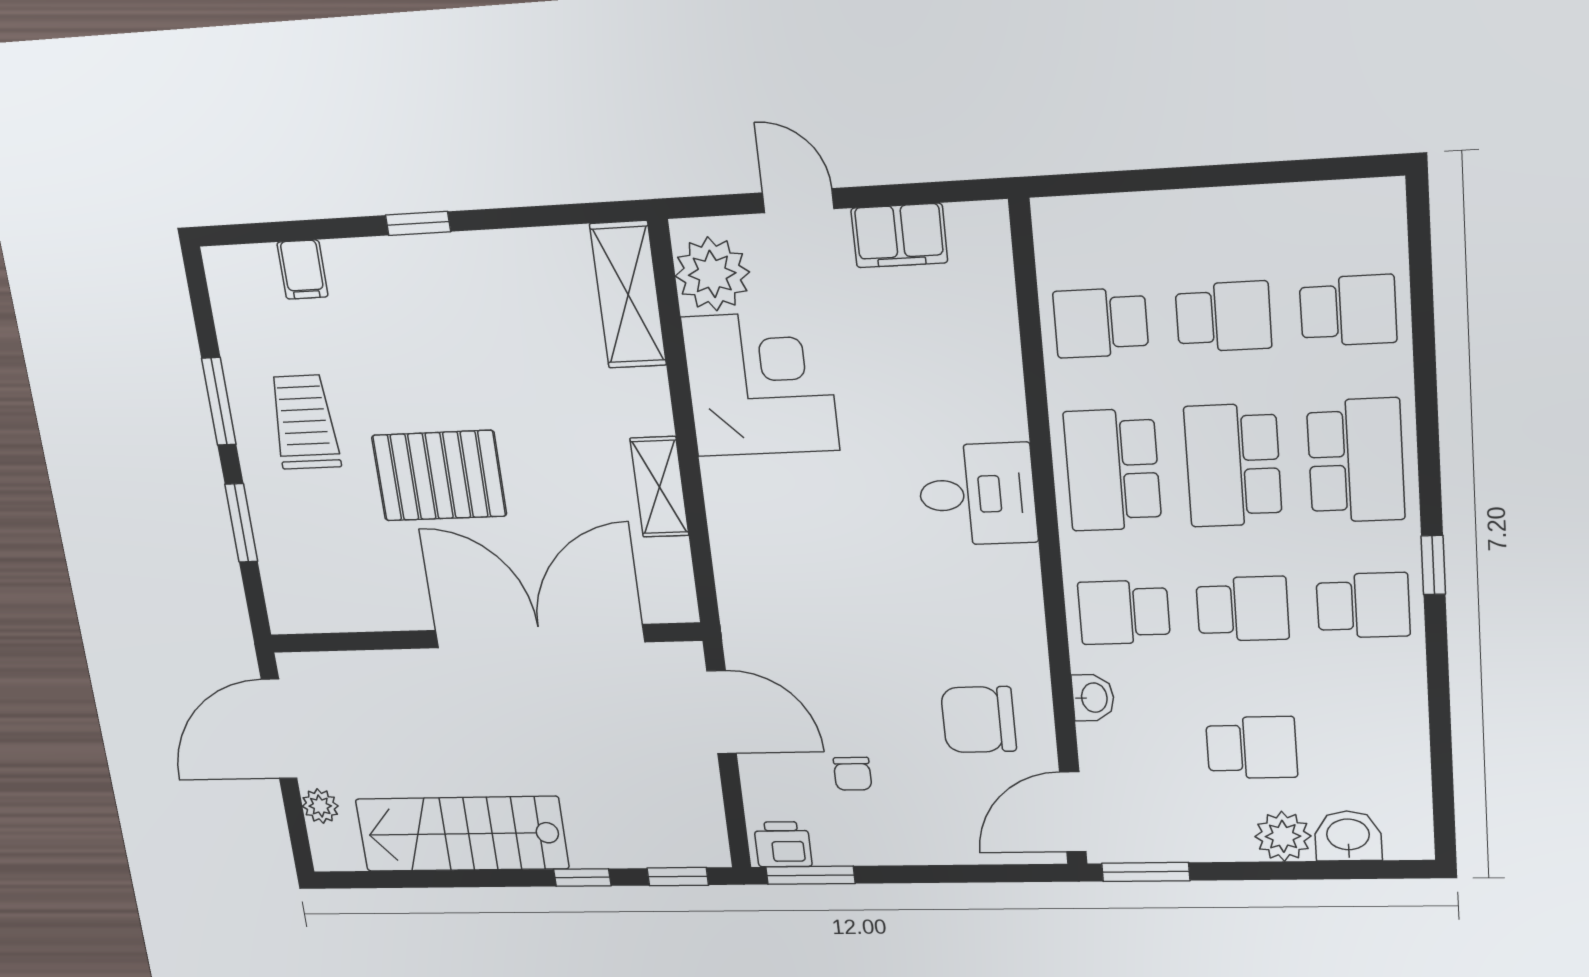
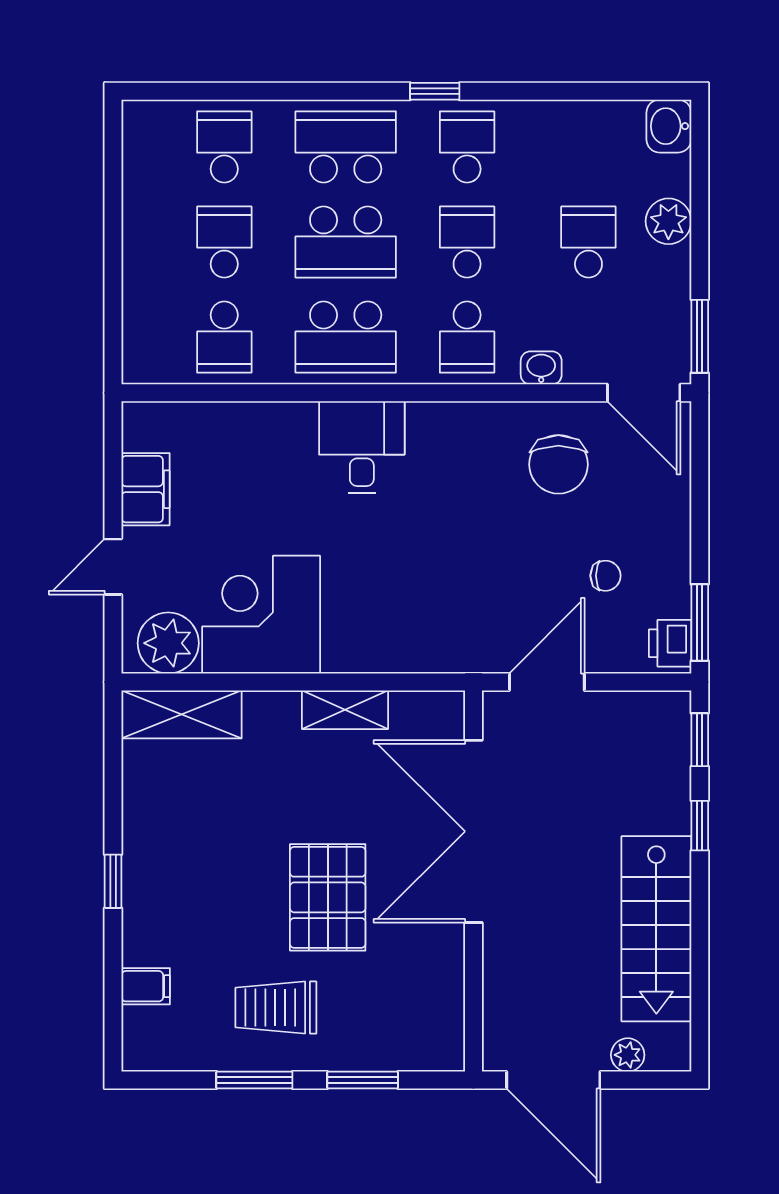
washbasin: (1348, 836) -> (669, 126), moved

